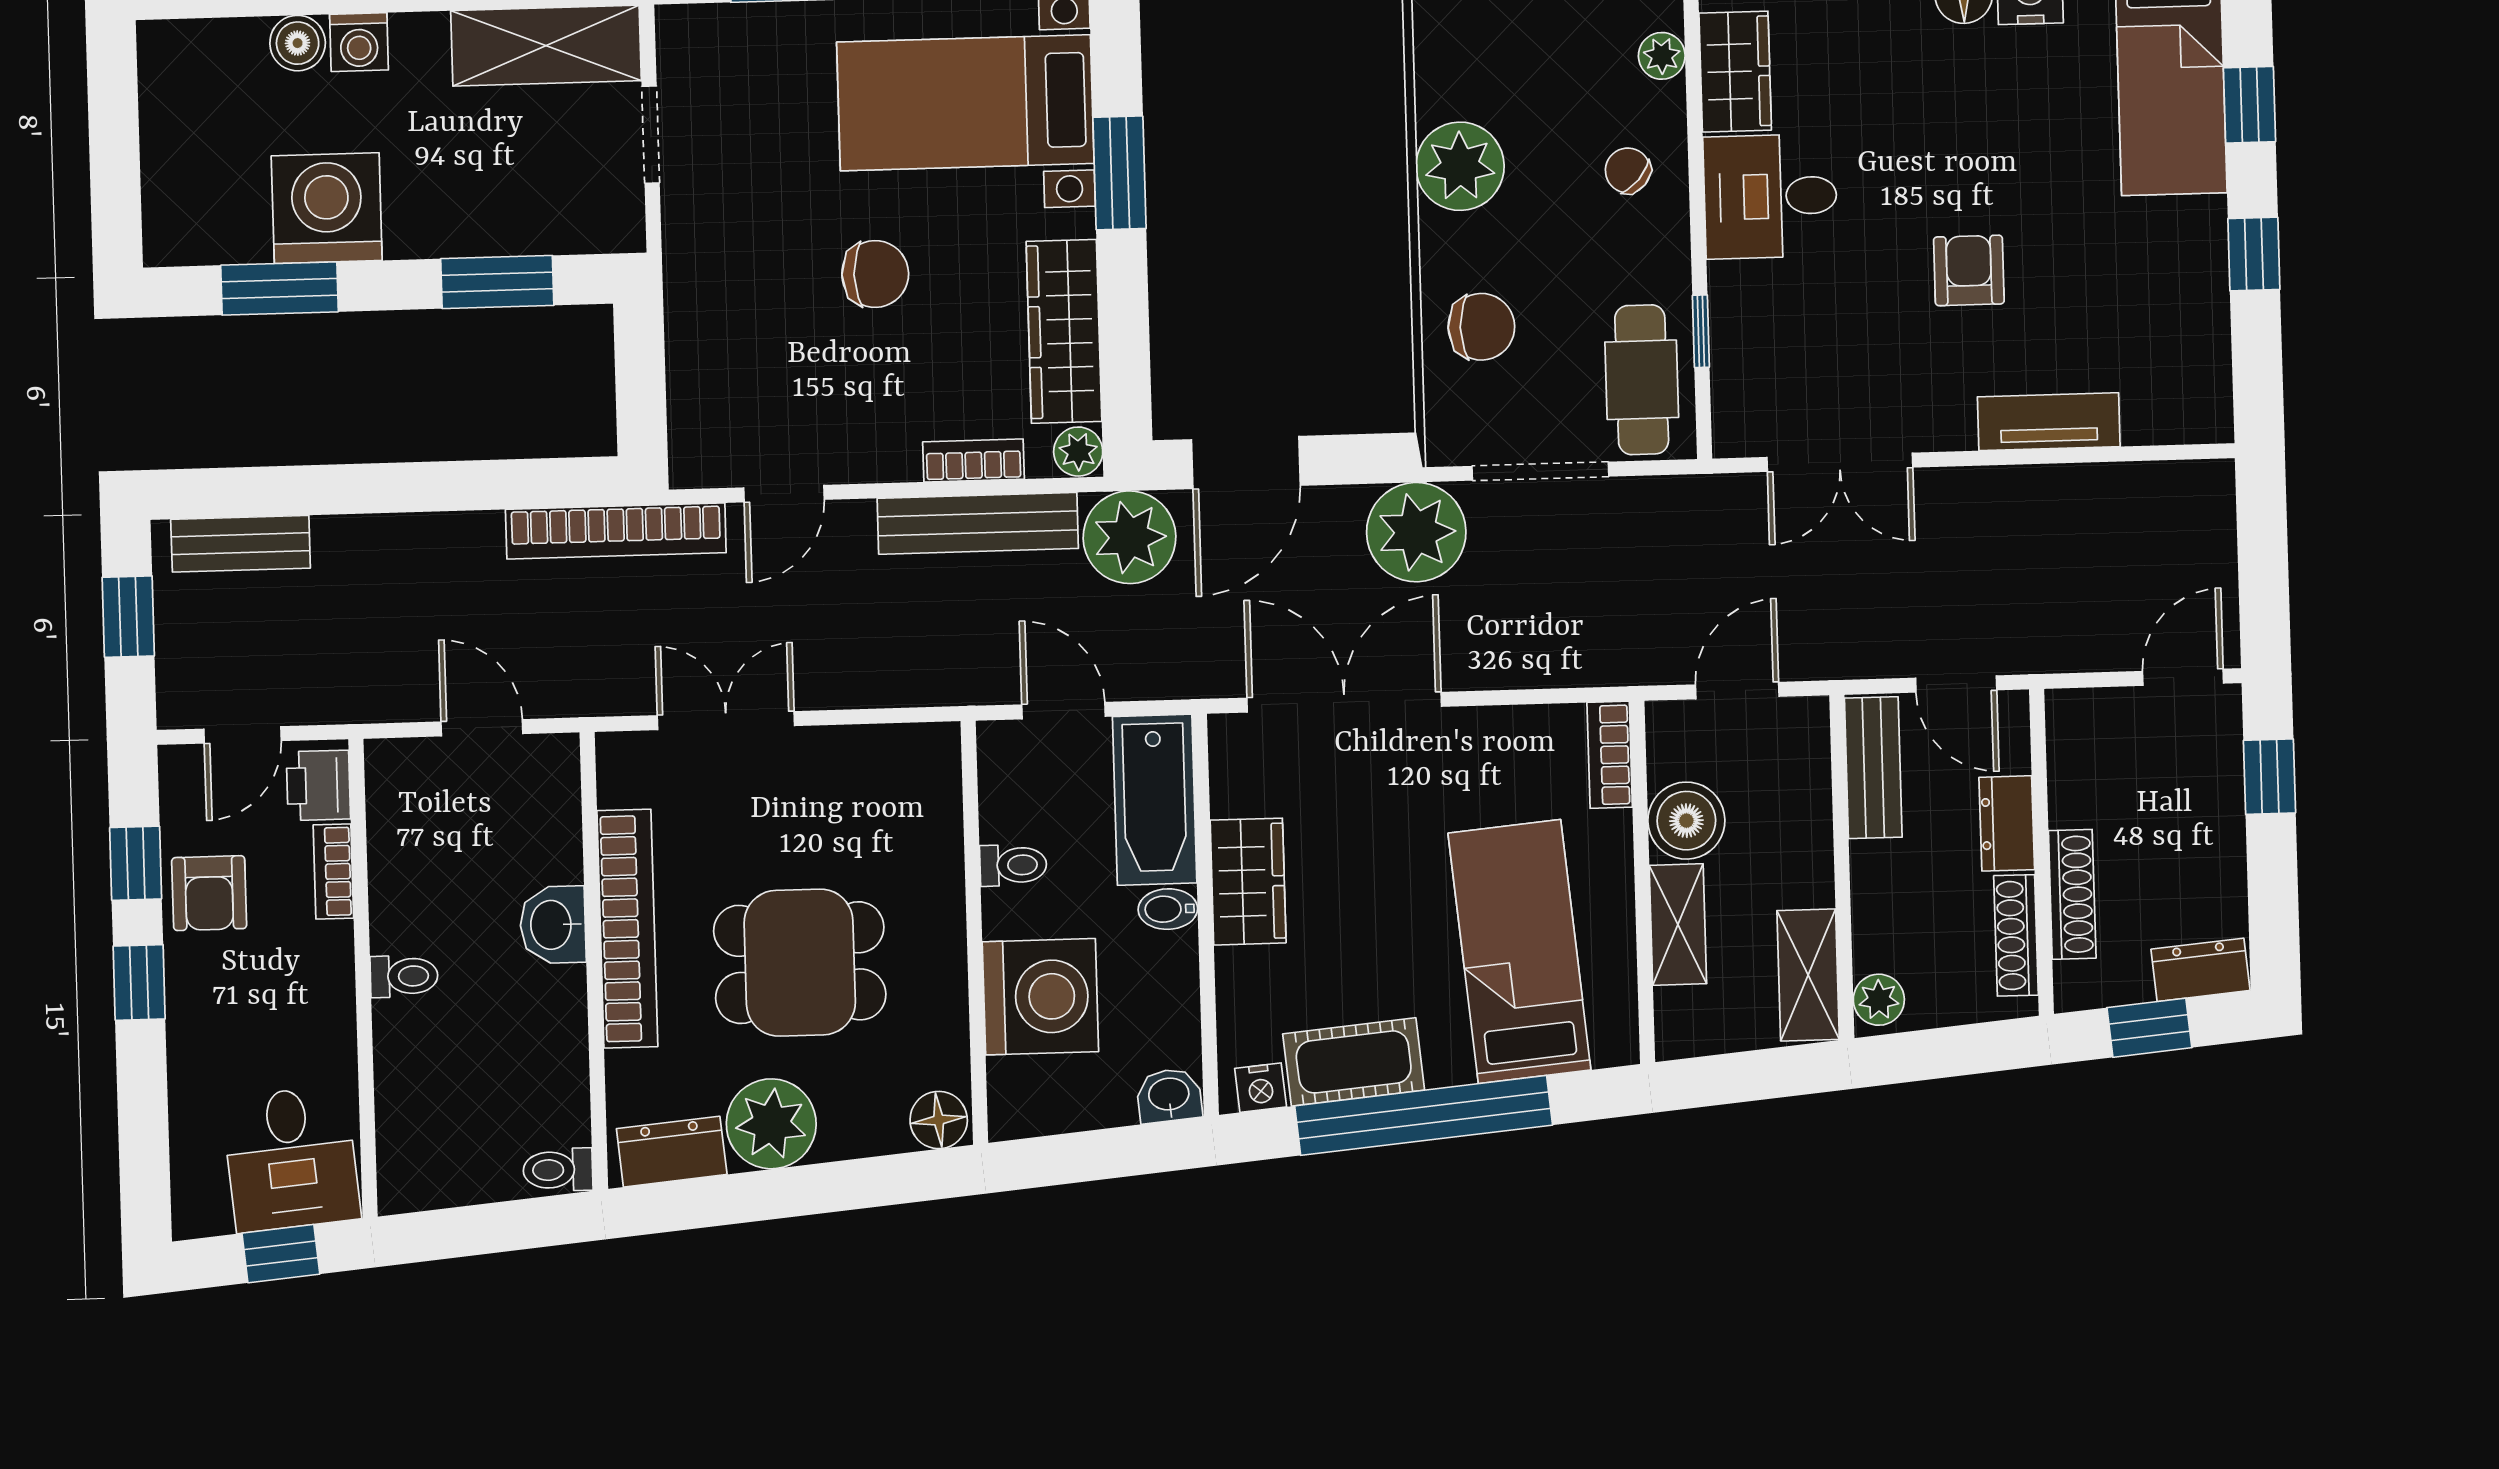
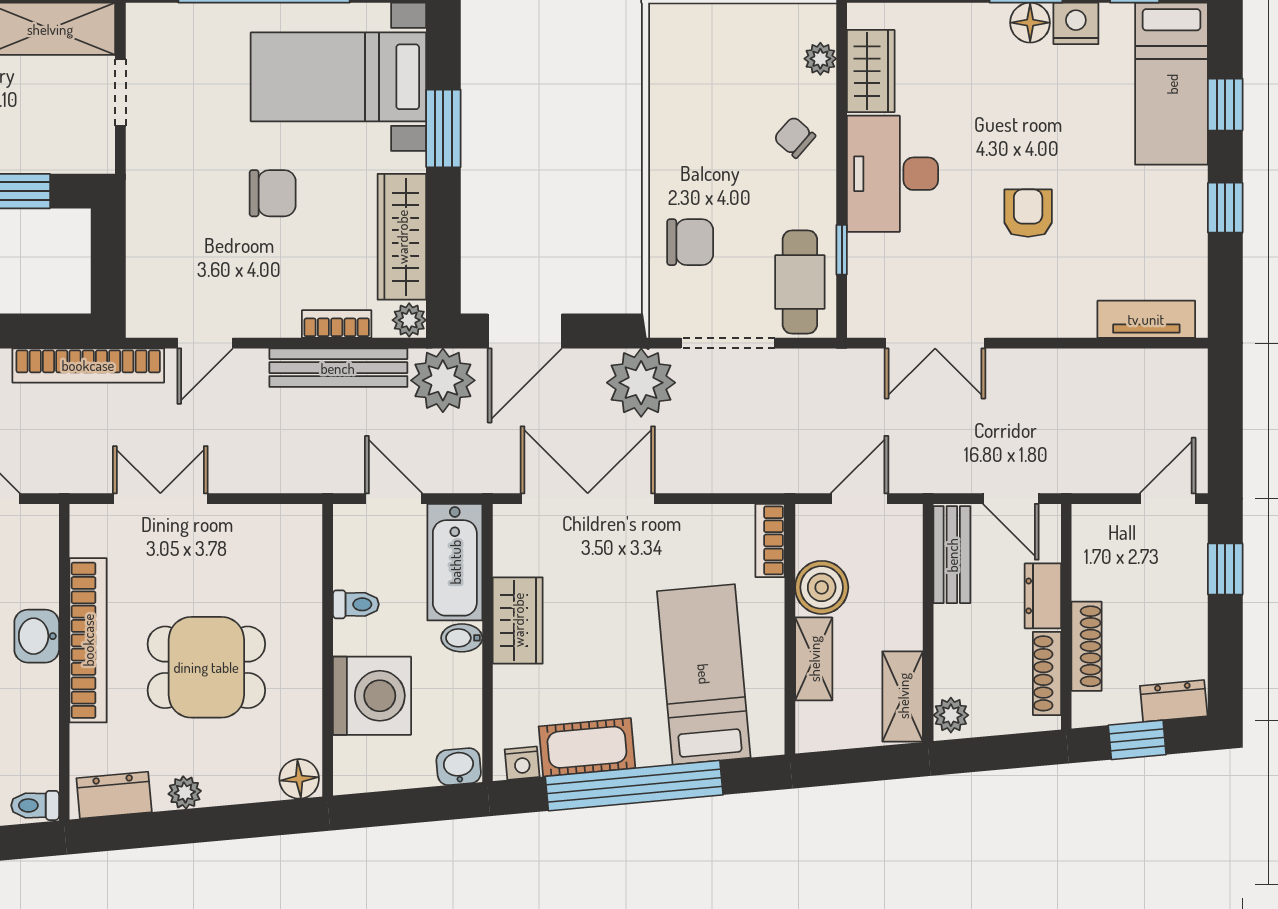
plant: (1460, 166) -> (679, 131), removed
desk: (1770, 196) -> (892, 174), width x1.37
tv unit: (2049, 422) -> (1146, 319), moved
plant: (771, 1124) -> (185, 792), width x0.53, depth x0.53

